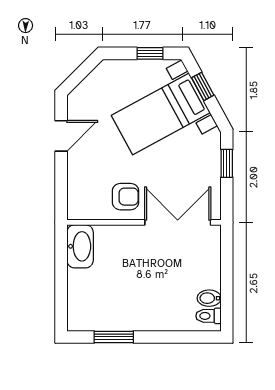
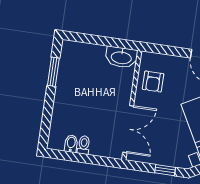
armchair: (125, 197) -> (153, 82), moved
toilet: (208, 316) -> (84, 145), moved

